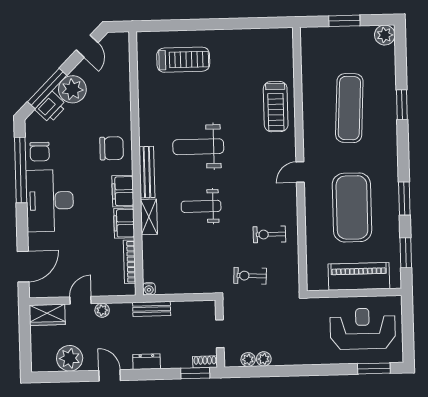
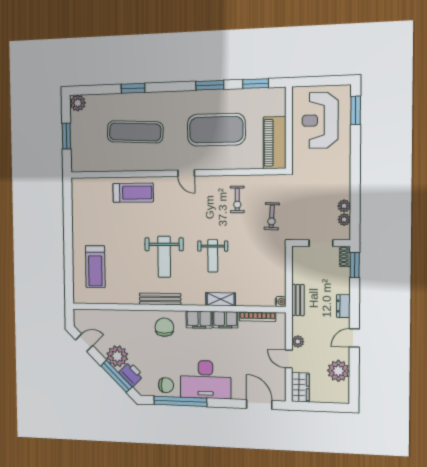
treadmill: (183, 60) -> (95, 267), turned 180
bench: (147, 172) -> (160, 299), moved
piano: (359, 276) -> (275, 143), moved

